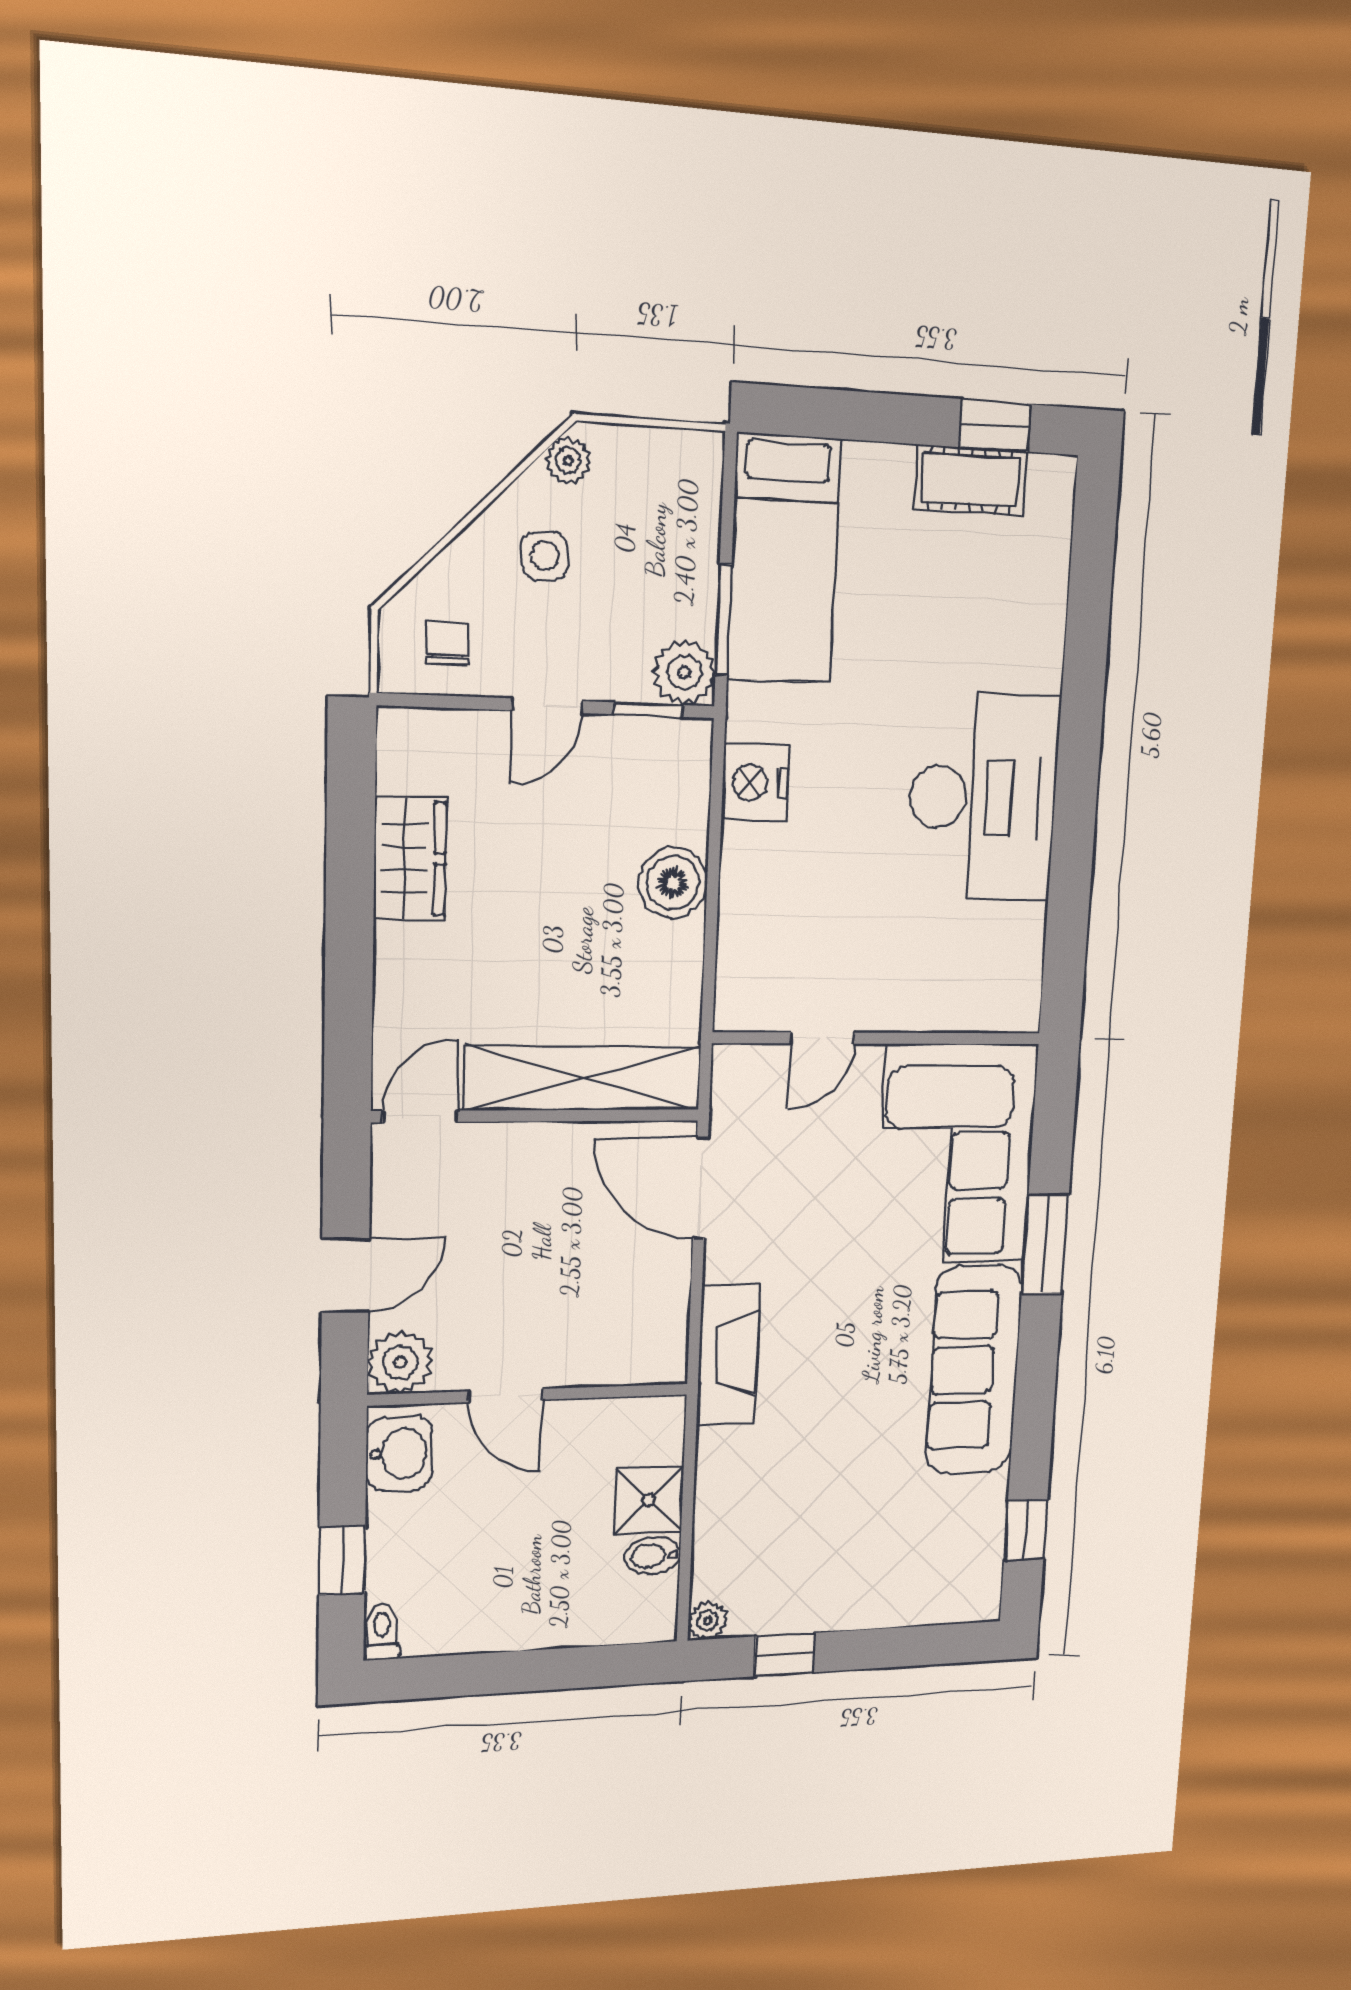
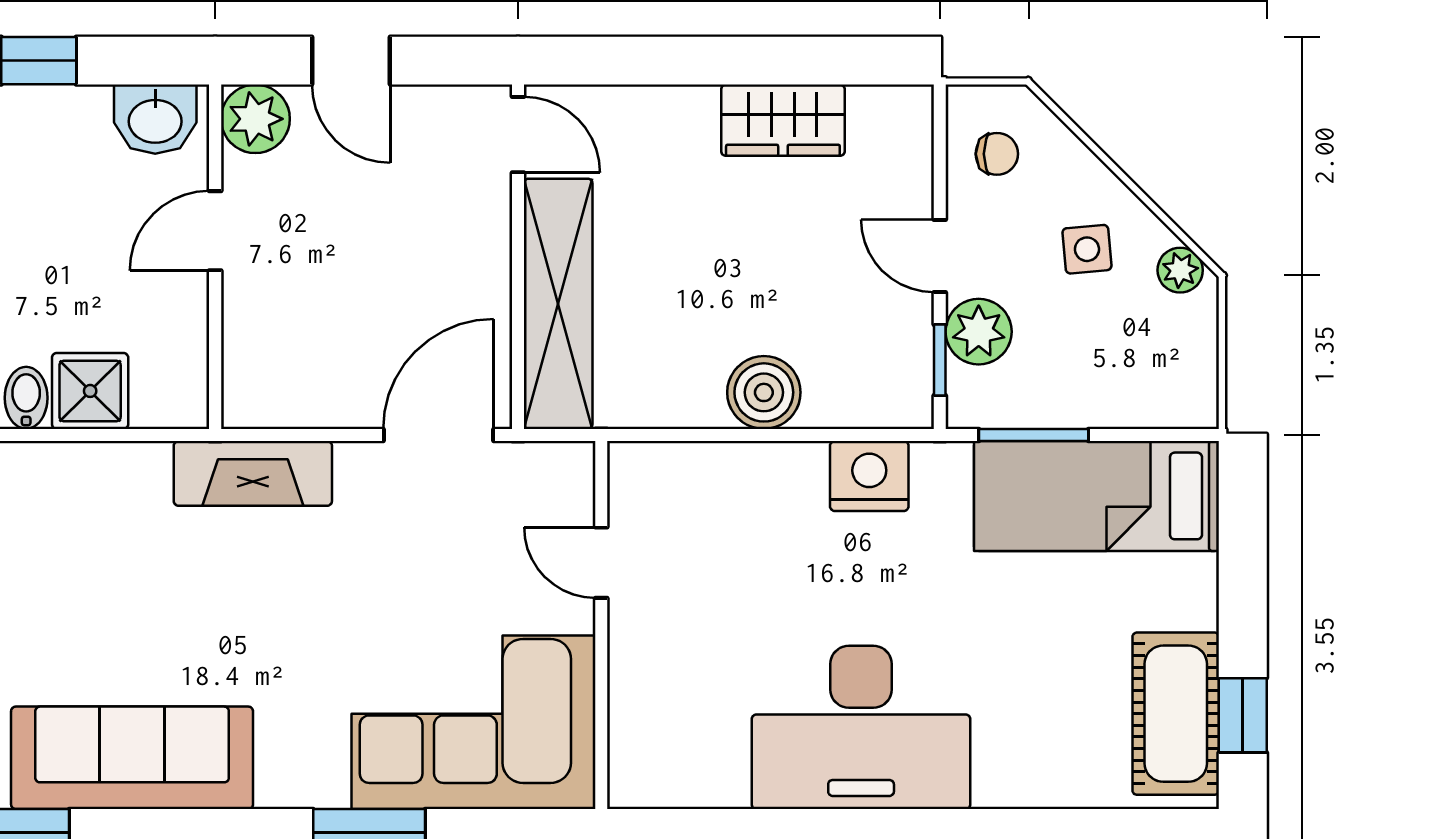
cot: (970, 480) -> (1176, 714), width x1.37, depth x1.34
plant: (684, 672) -> (979, 332), moved
sofa: (974, 1370) -> (132, 758), moved

